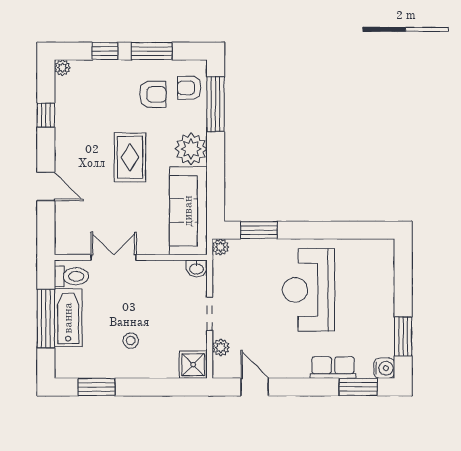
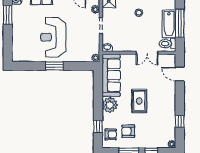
window: (216, 104) -> (98, 127), width x0.46
door: (46, 186) -> (180, 74), moved
window: (259, 230) -> (54, 66), moved
reception desk: (308, 290) -> (53, 37), turned 180

